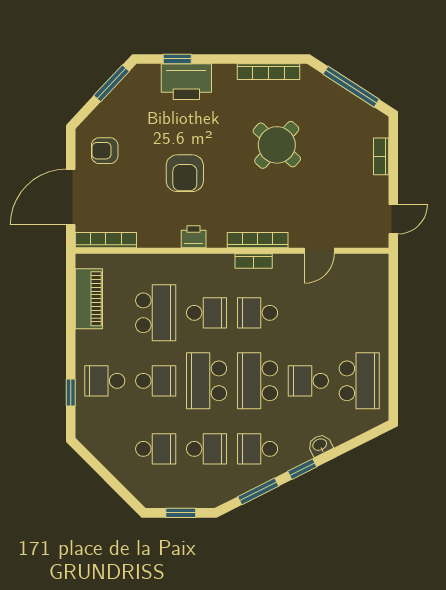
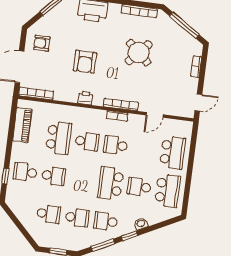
school desk: (207, 381) -> (173, 153), moved, turned 180

